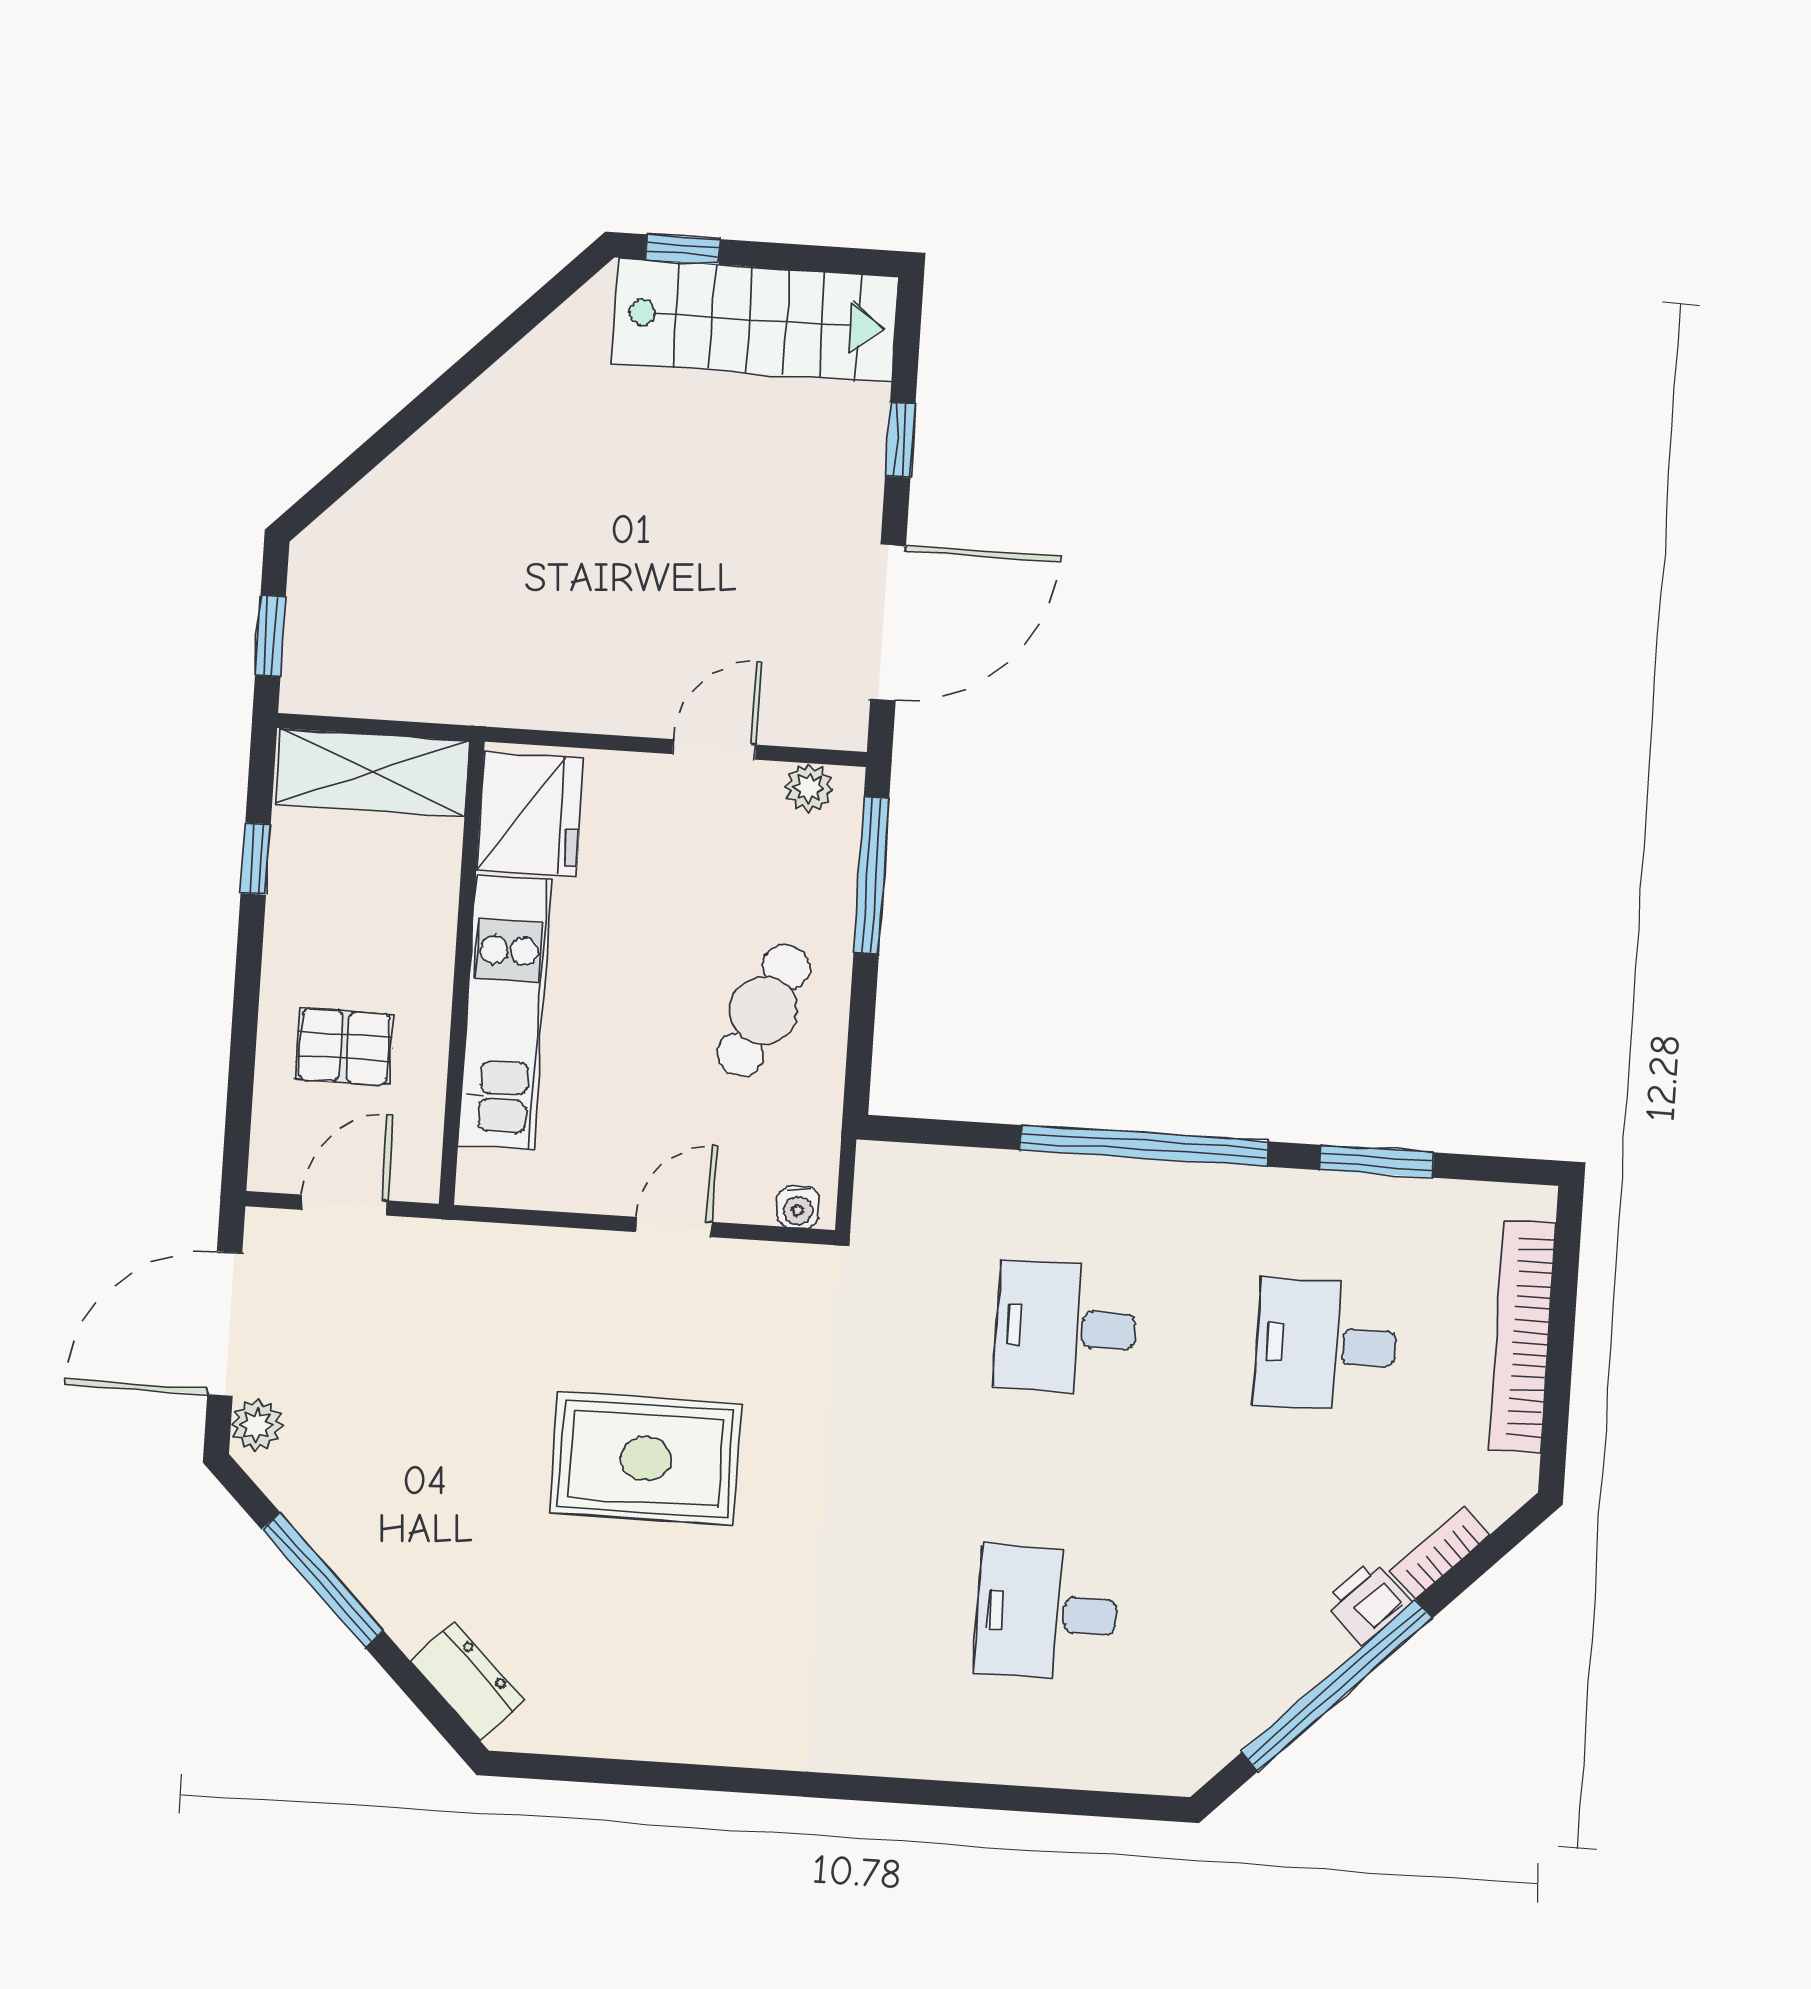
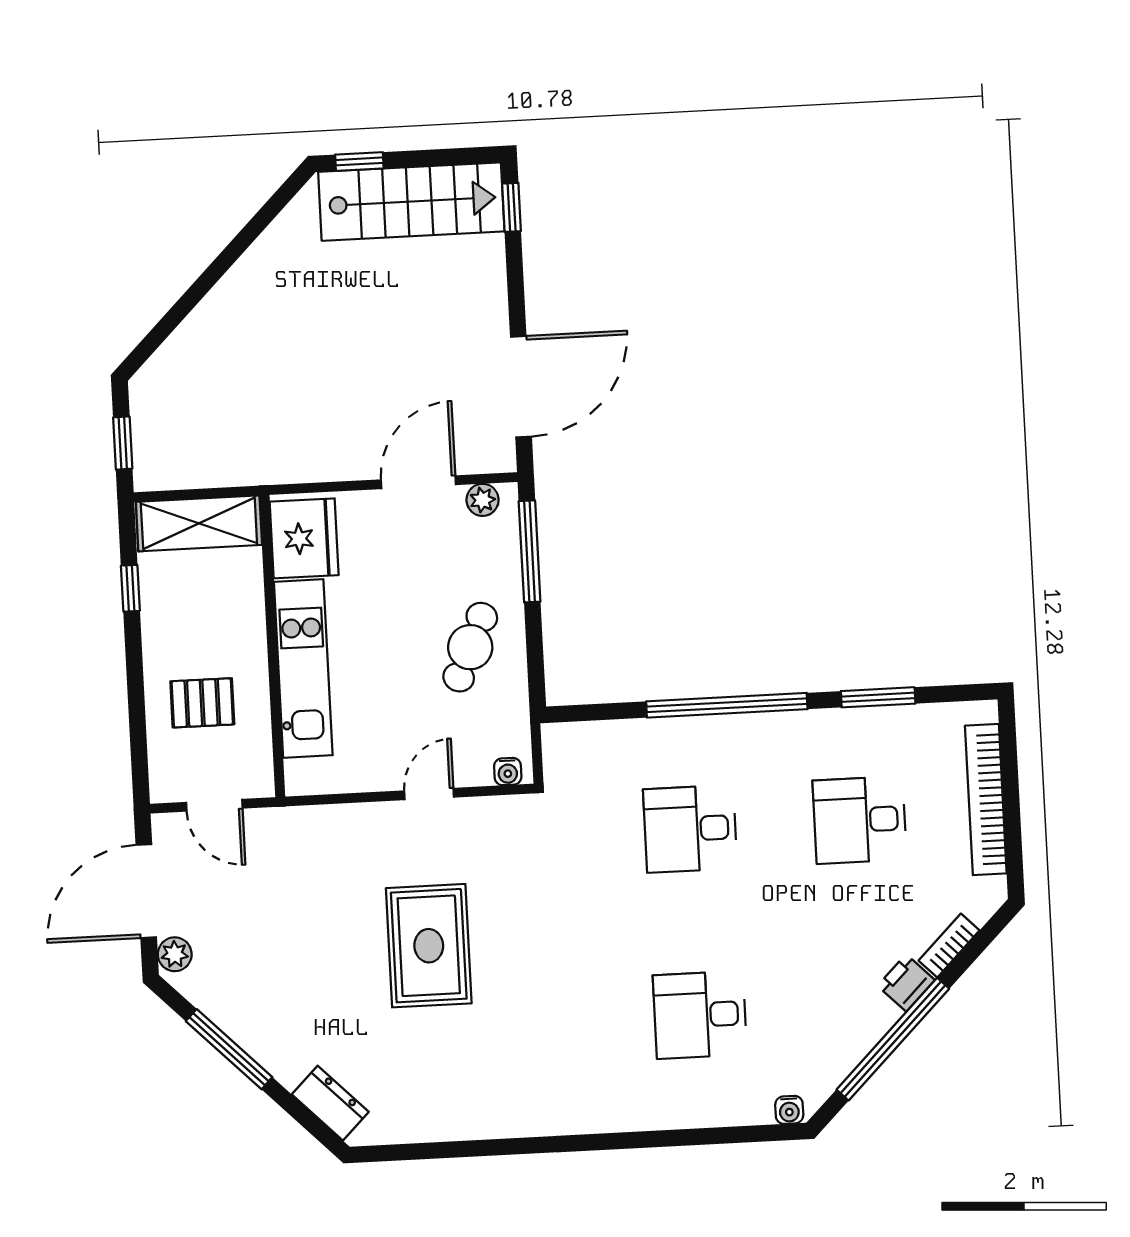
window: (900, 440) -> (512, 207), moved
door: (714, 749) -> (418, 482), width x1.38
door: (344, 1205) -> (214, 805), swing flipped
rug: (646, 1458) -> (429, 946), turned 90
water cooler: (1166, 1774) -> (789, 1110), added

